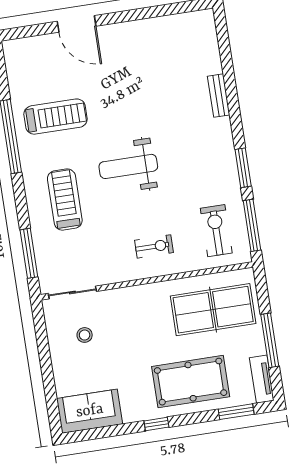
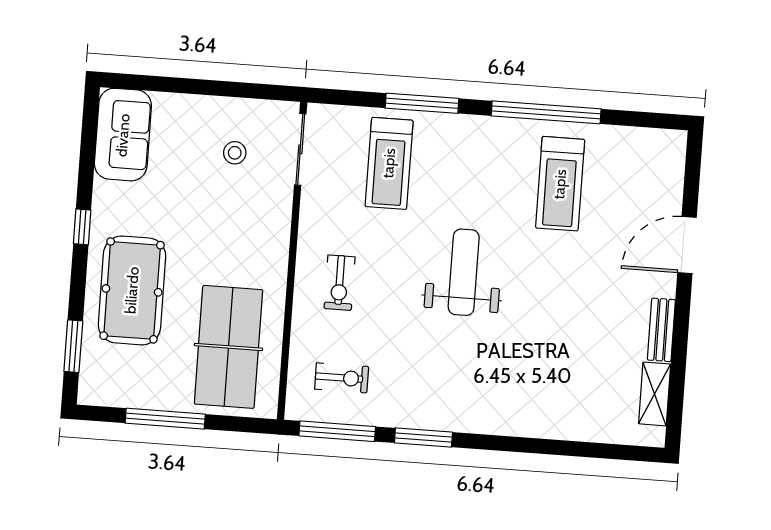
shelving: (179, 23) -> (655, 394), added
bench: (219, 96) -> (661, 330), moved, turned 90
treadmill: (65, 200) -> (389, 163), moved, turned 90
exercise bike: (216, 231) -> (342, 378), width x0.73, depth x0.72
window: (29, 253) -> (422, 103), moved
tv unit: (262, 379) -> (112, 394), removed

